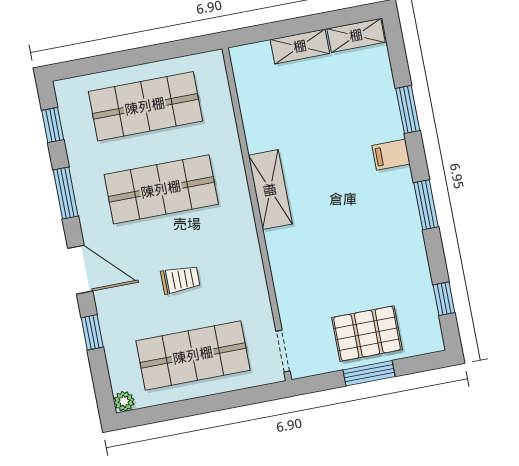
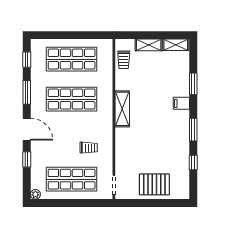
trolley: (254, 87) -> (124, 60), added
trolley: (180, 280) -> (89, 148), moved
window: (444, 299) -> (193, 162), moved
window: (369, 373) -> (152, 203), removed

